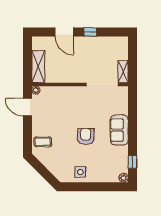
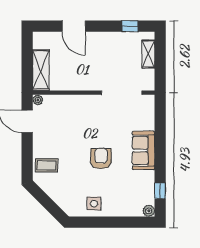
window: (90, 32) -> (130, 26), moved
shelving: (123, 72) -> (148, 54), moved

